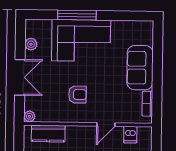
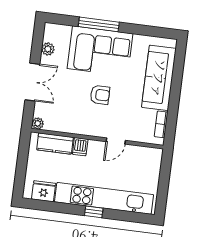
sofa: (140, 68) -> (159, 78), width x1.36
armchair: (77, 95) -> (100, 95), moved
dishwasher: (130, 135) -> (80, 147), moved

